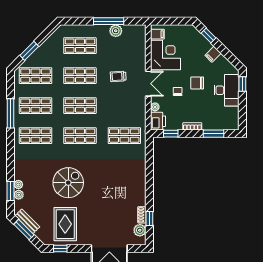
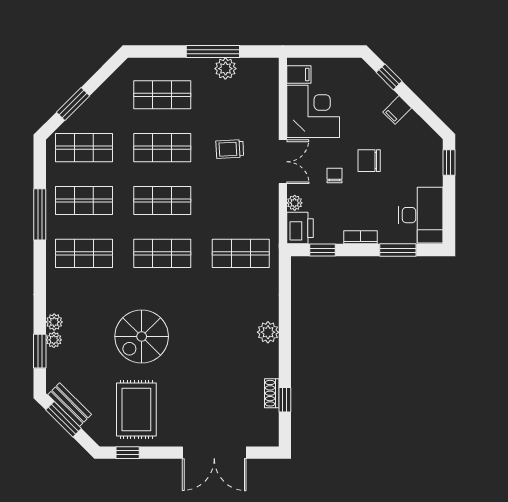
desk: (227, 90) -> (421, 215), moved
spiral stairs: (68, 183) -> (142, 336), turned 180
plant: (19, 195) -> (54, 322), moved
plant: (140, 230) -> (268, 332), moved

